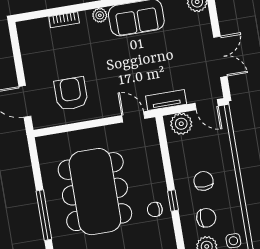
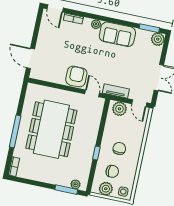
door: (32, 15) -> (55, 8), added
armchair: (71, 94) -> (76, 77), moved
chair: (155, 209) -> (83, 154), removed

